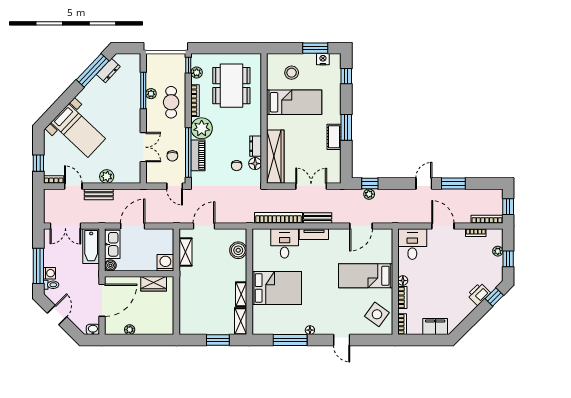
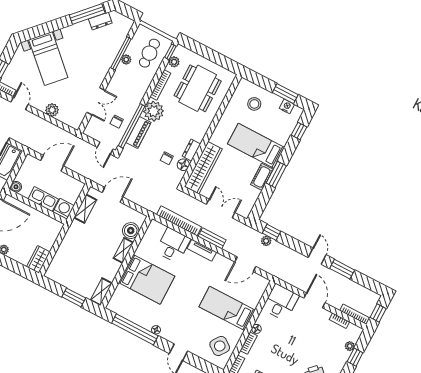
cafe table: (171, 102) -> (149, 53), moved
bed: (294, 102) -> (256, 146), moved, turned 180
door: (424, 183) -> (317, 256), hinge flipped
bench: (99, 194) -> (38, 122), removed
kitchen sink: (112, 244) -> (43, 199), moved, turned -90
wardrobe: (154, 284) -> (38, 259), moved, turned 90
shelving: (241, 294) -> (123, 250), moved
window: (290, 340) -> (135, 329), width x1.46

